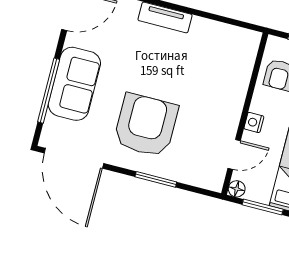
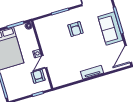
armchair: (146, 125) -> (75, 29), width x0.53, depth x0.53
door: (234, 154) -> (44, 62), moved

